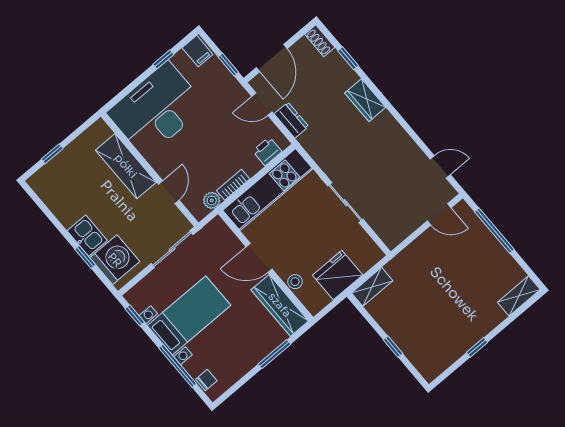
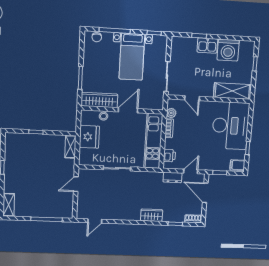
shelving: (126, 166) -> (232, 91), moved
door: (439, 214) -> (76, 184), moved
washing machine: (115, 260) -> (228, 50), moved

